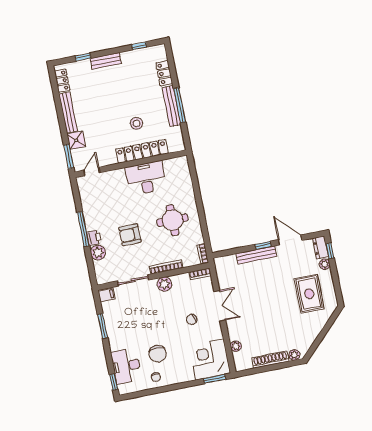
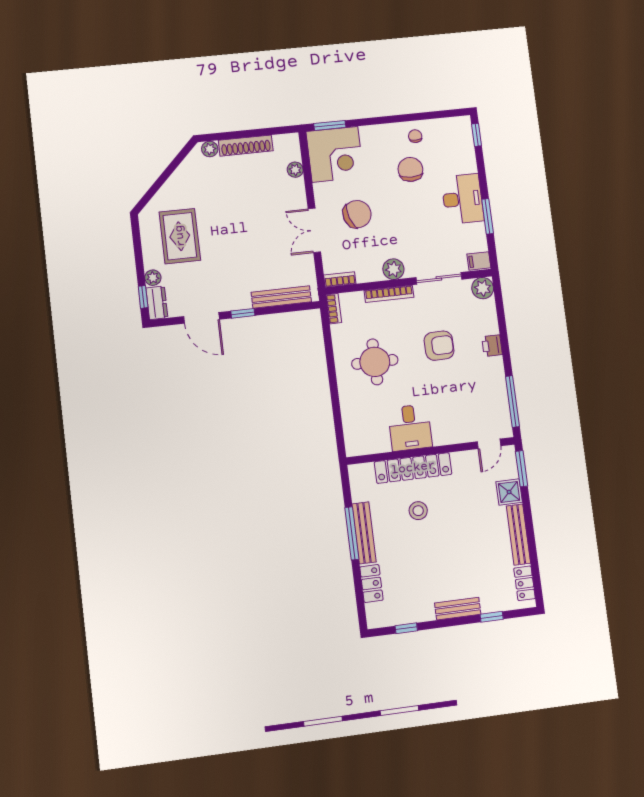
desk: (146, 178) -> (410, 428), width x0.73
window: (83, 229) -> (512, 401), moved
plant: (98, 253) -> (483, 288), moved
bench: (256, 255) -> (281, 297), moved
chair: (192, 319) -> (357, 214), width x1.87, depth x1.87
desk: (126, 366) -> (462, 199), moved

